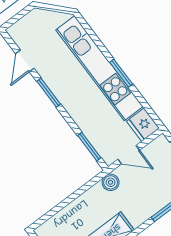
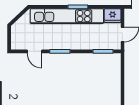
boiler: (111, 182) -> (130, 54), removed

